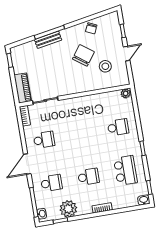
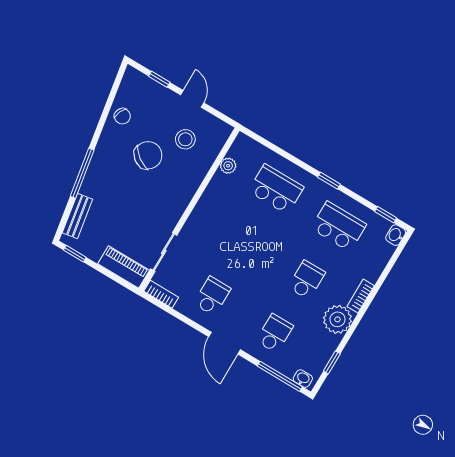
bench: (48, 40) -> (77, 216), moved
chair: (83, 55) -> (148, 155), turned 90
plant: (126, 94) -> (228, 166), moved
school desk: (118, 127) -> (276, 189), width x1.85
plant: (68, 209) -> (337, 319), moved

